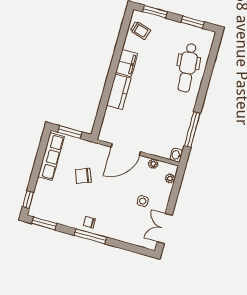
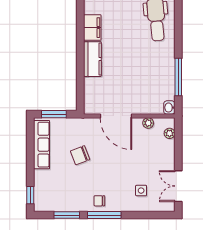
door: (126, 149) -> (116, 116), hinge flipped
side table: (143, 201) -> (141, 191), moved
window: (44, 223) -> (67, 215), moved

